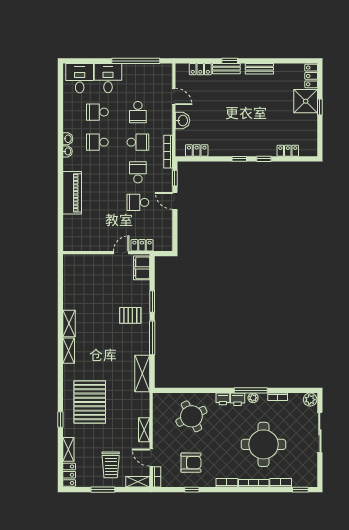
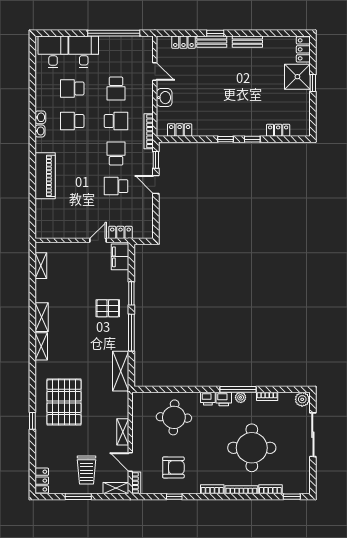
round table: (191, 416) -> (174, 417), turned 30
shelving: (68, 449) -> (41, 266), moved

